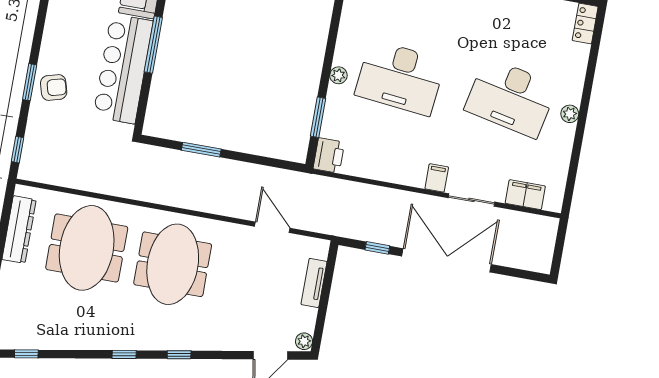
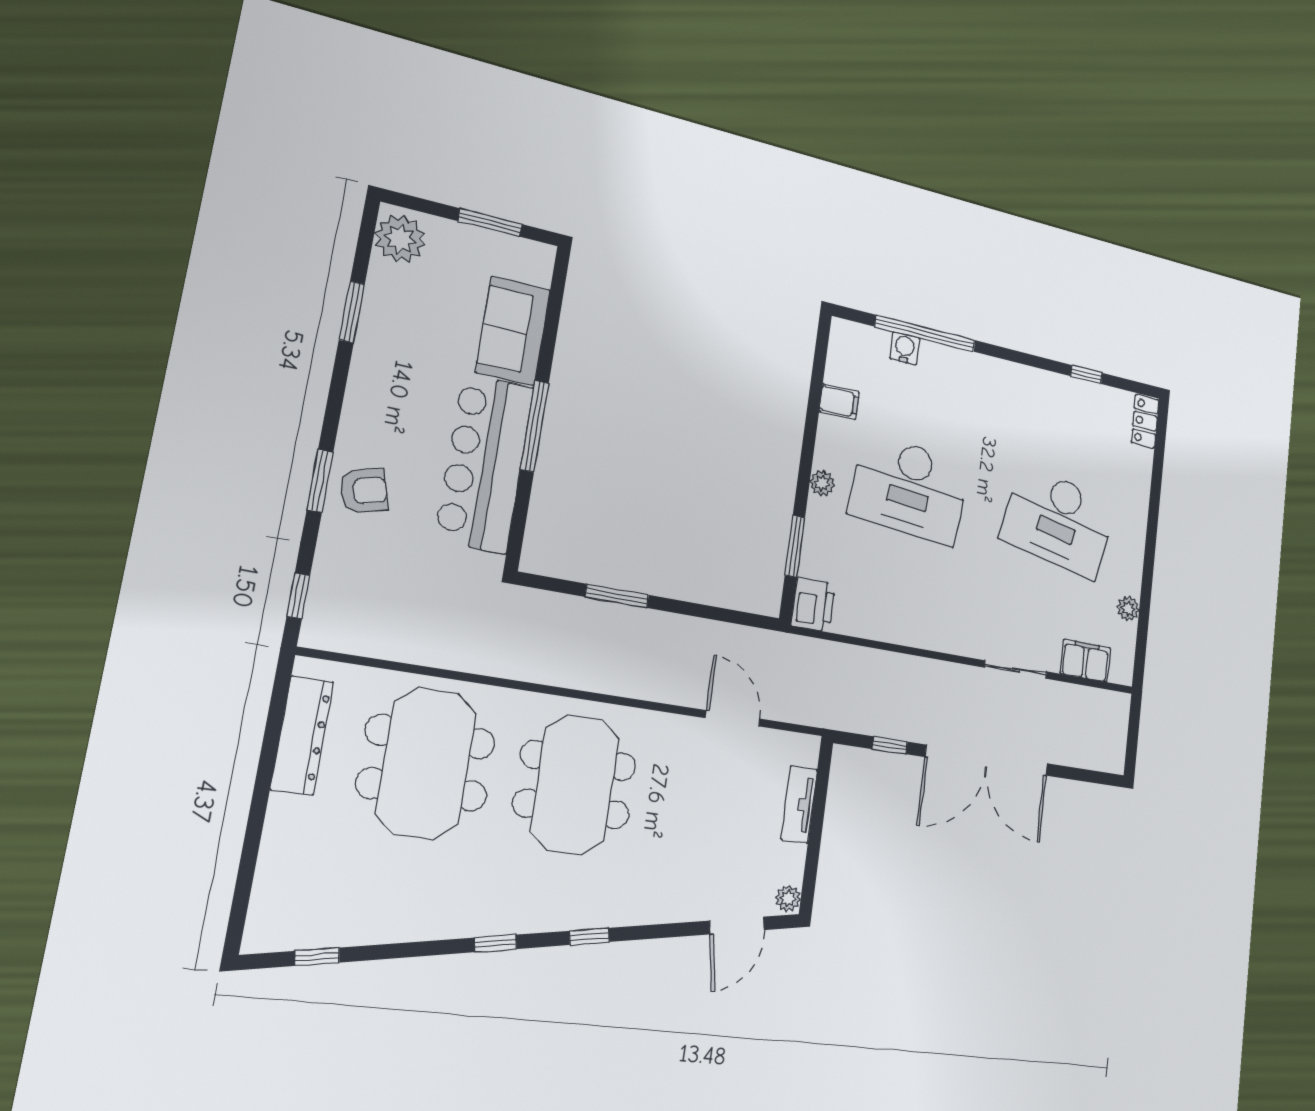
plant: (570, 114) -> (1128, 608), moved
filing cabinet: (437, 178) -> (839, 402), moved, turned 90
double door: (447, 260) -> (987, 760), swing flipped

